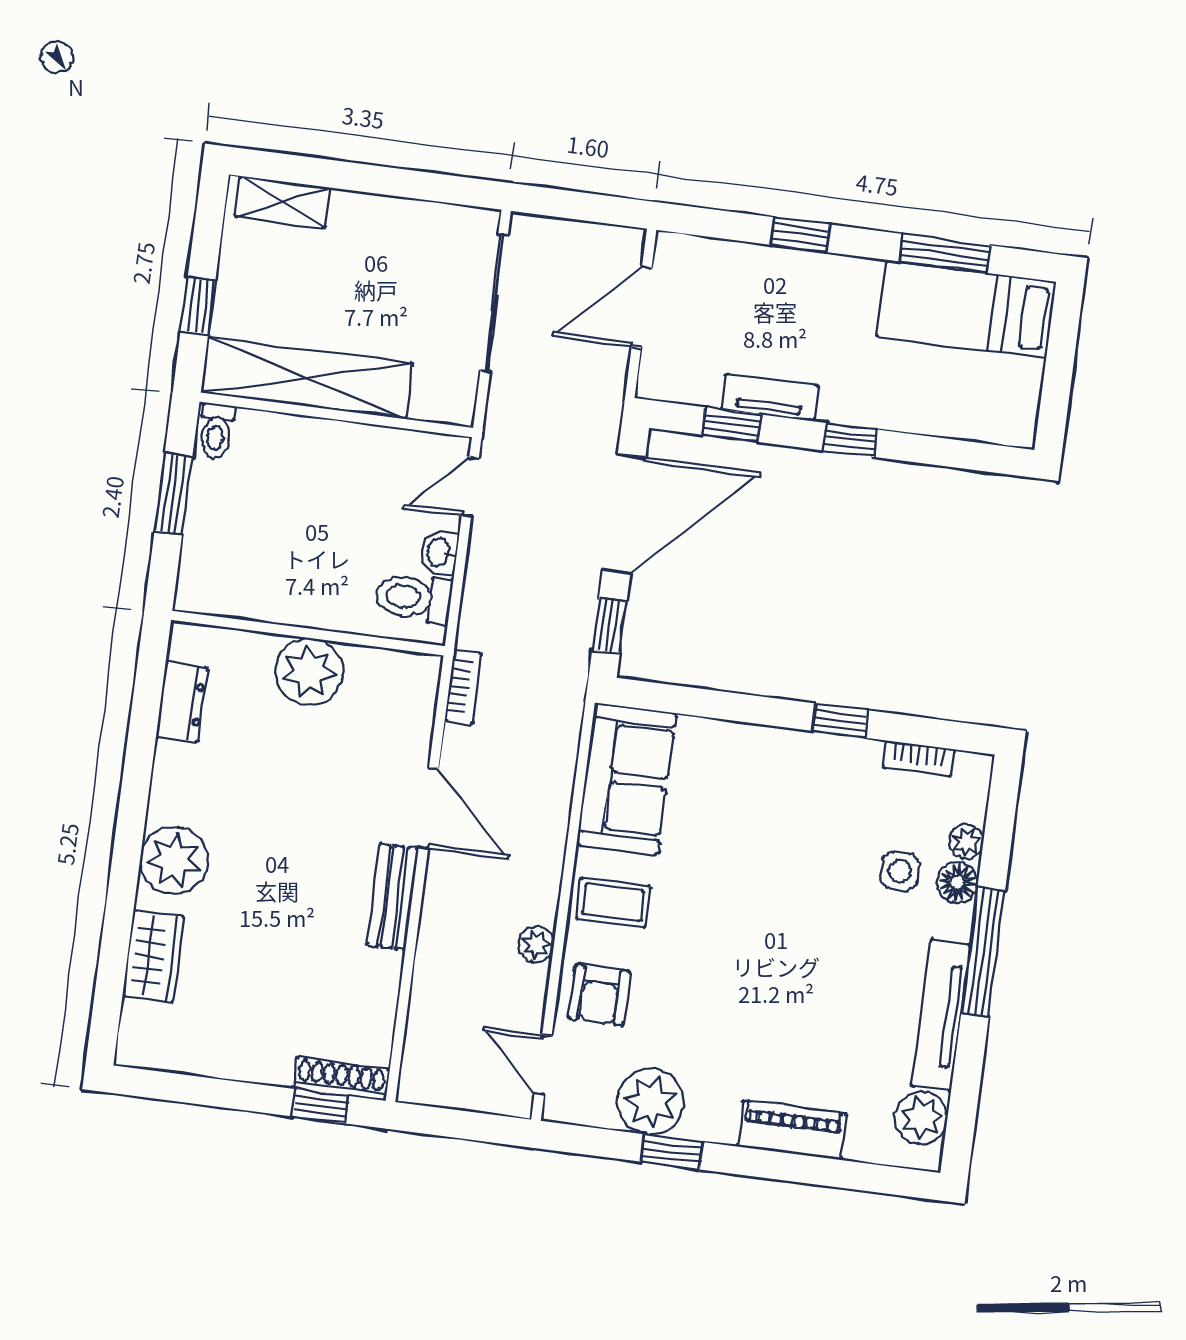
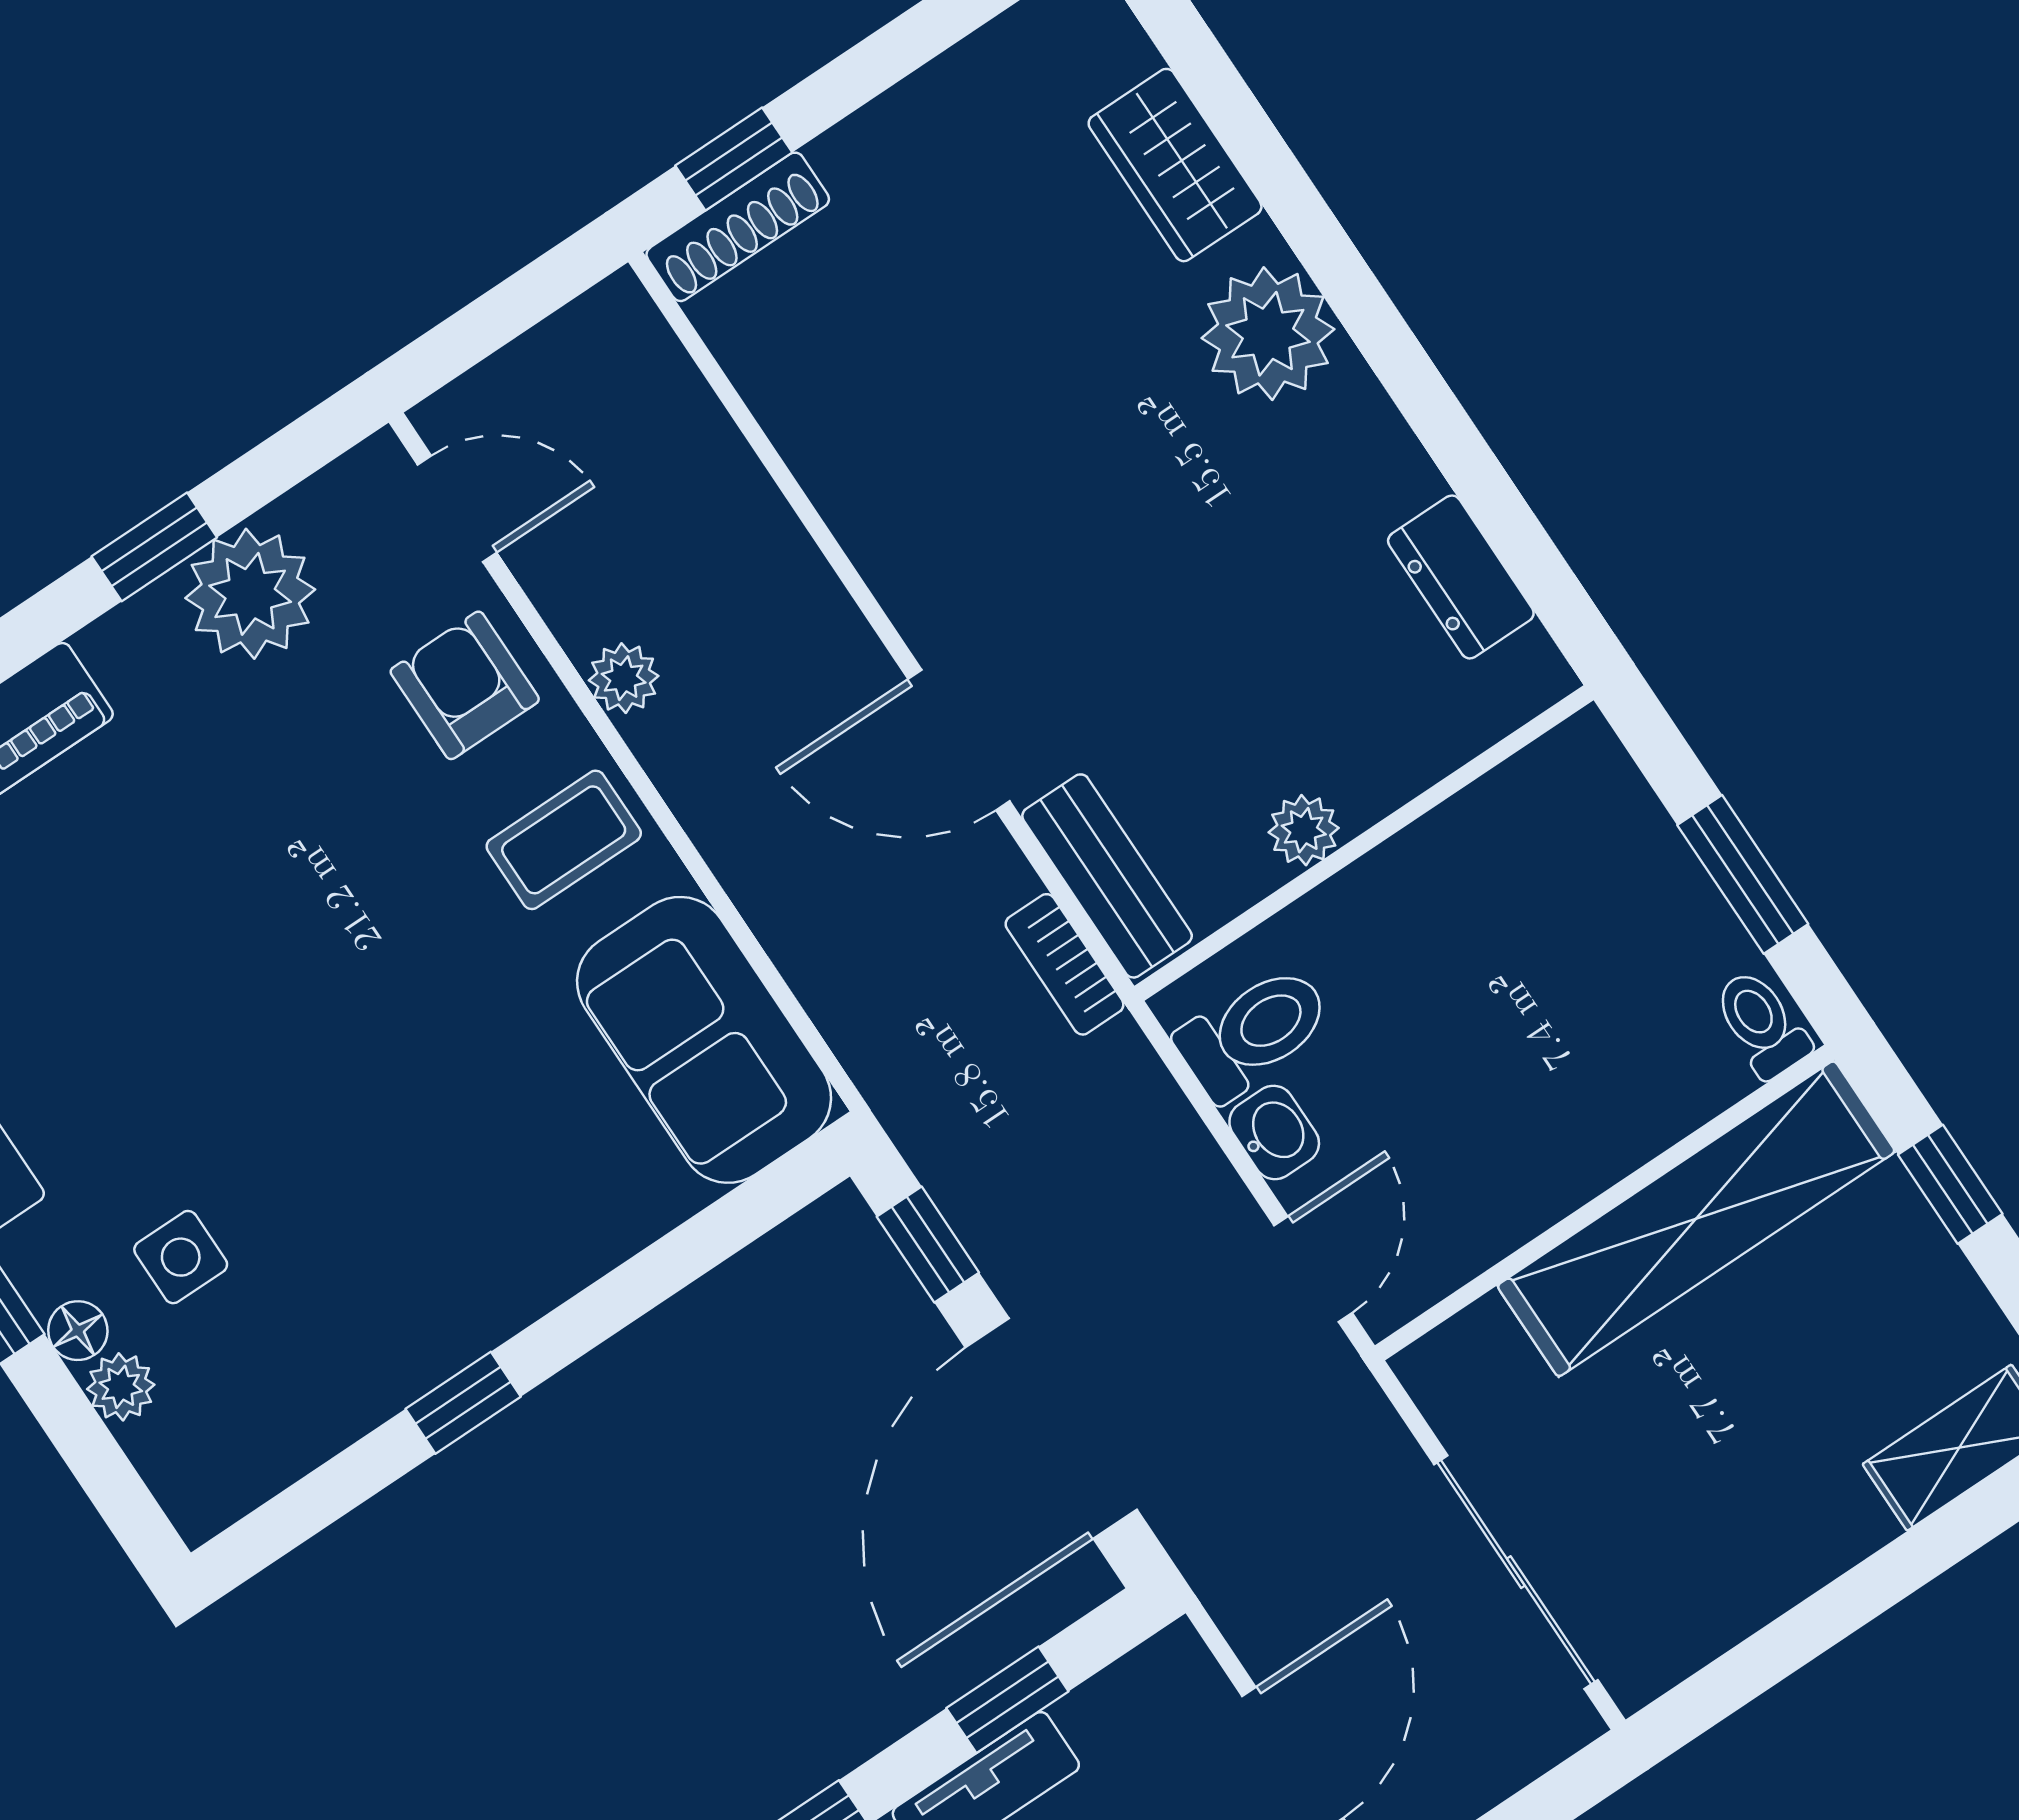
plant: (309, 672) -> (1304, 830), width x0.53, depth x0.53
bookcase: (918, 759) -> (299, 1448), removed
floor lamp: (958, 882) -> (78, 1331), width x0.73, depth x0.73
bench: (393, 897) -> (1107, 876), moved

